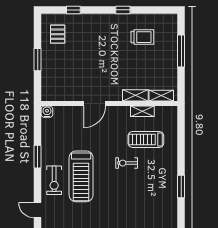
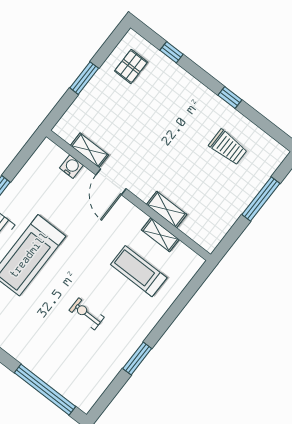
shelving: (161, 96) -> (89, 150), moved
door: (94, 104) -> (111, 182), hinge flipped
water cooler: (47, 112) -> (71, 167), moved
exercise bike: (127, 163) -> (87, 314), moved

